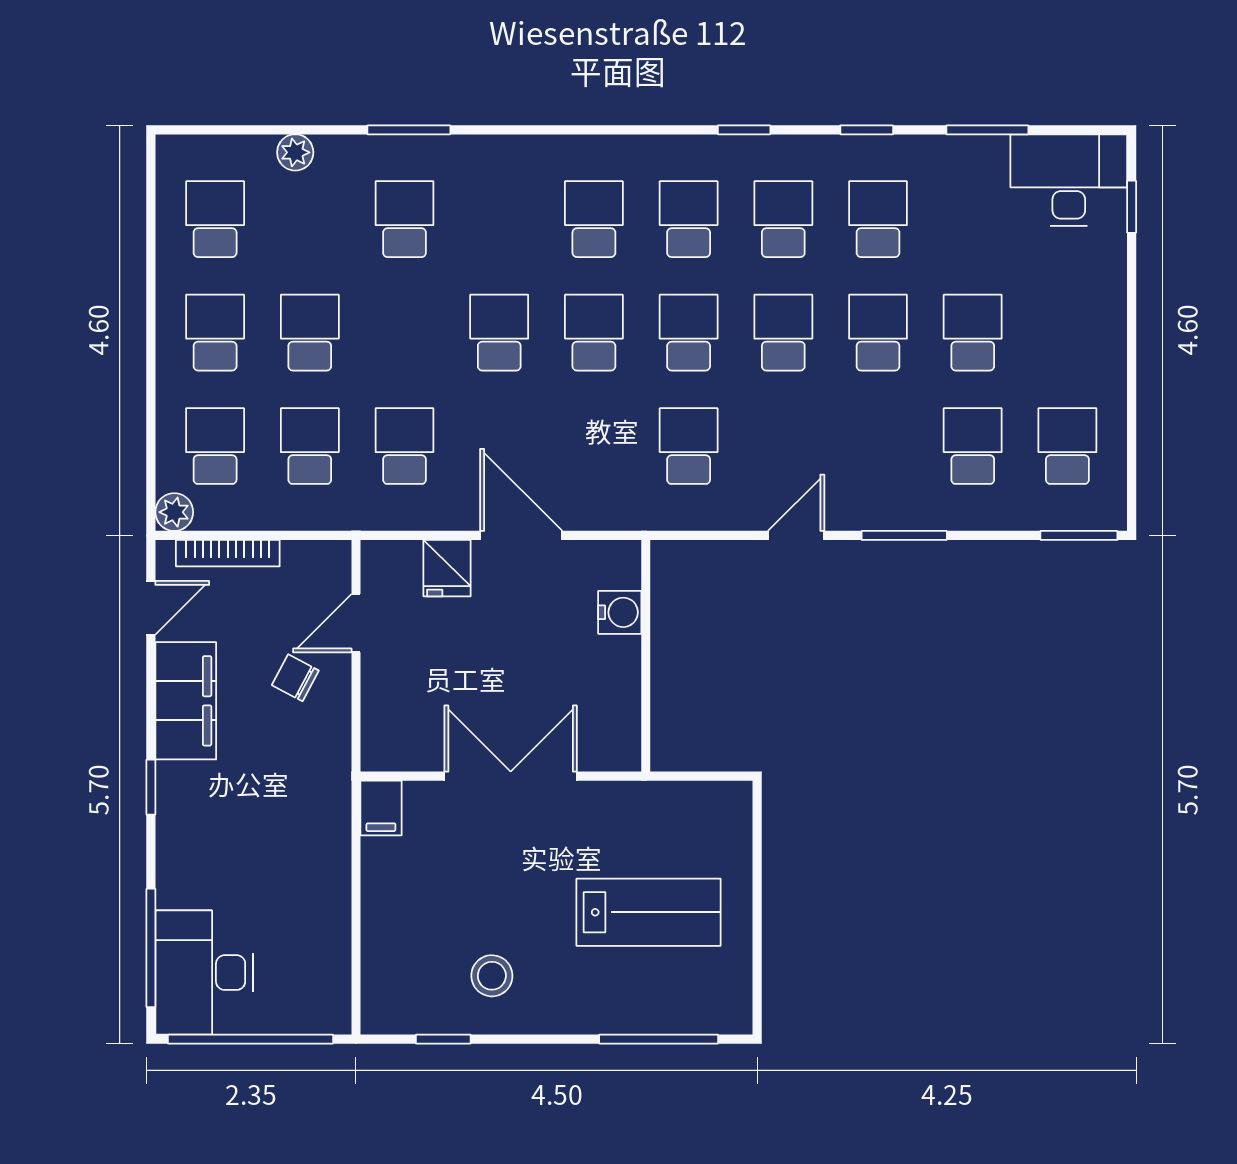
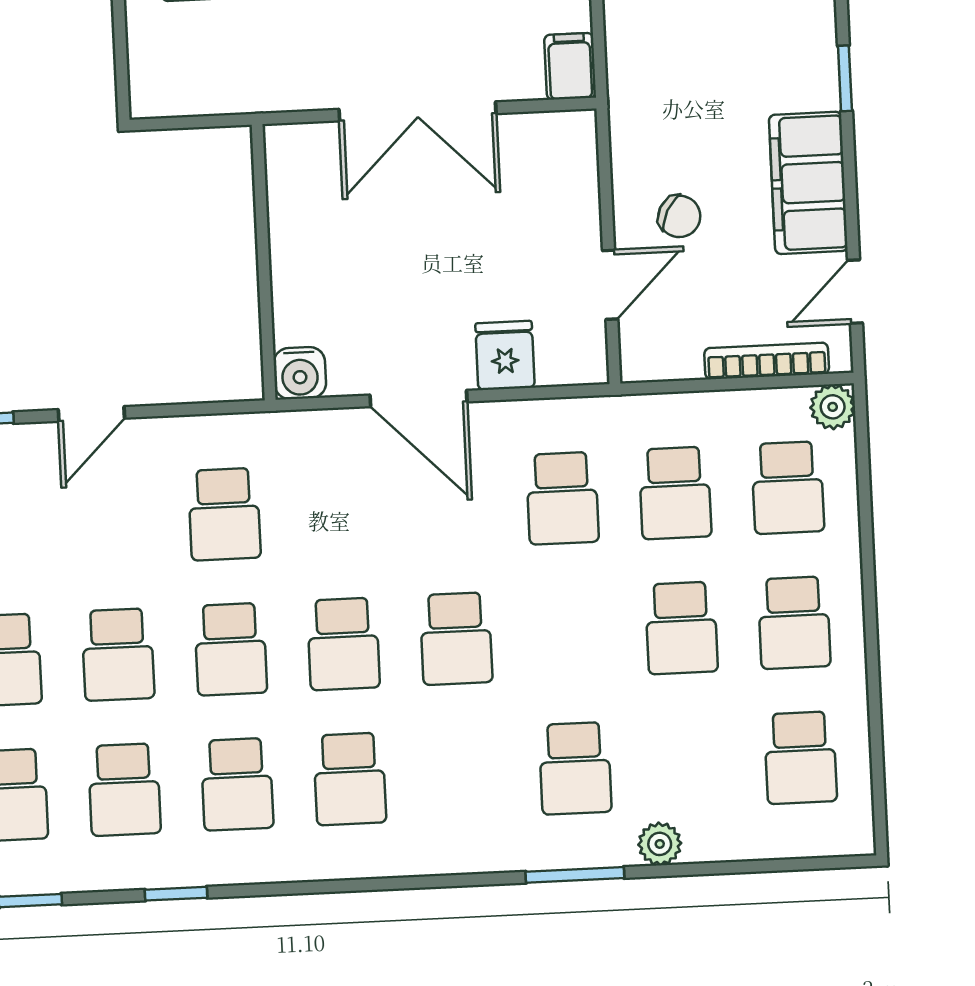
plant: (295, 152) -> (660, 844), moved
water cooler: (620, 612) -> (300, 373), moved, turned -90

